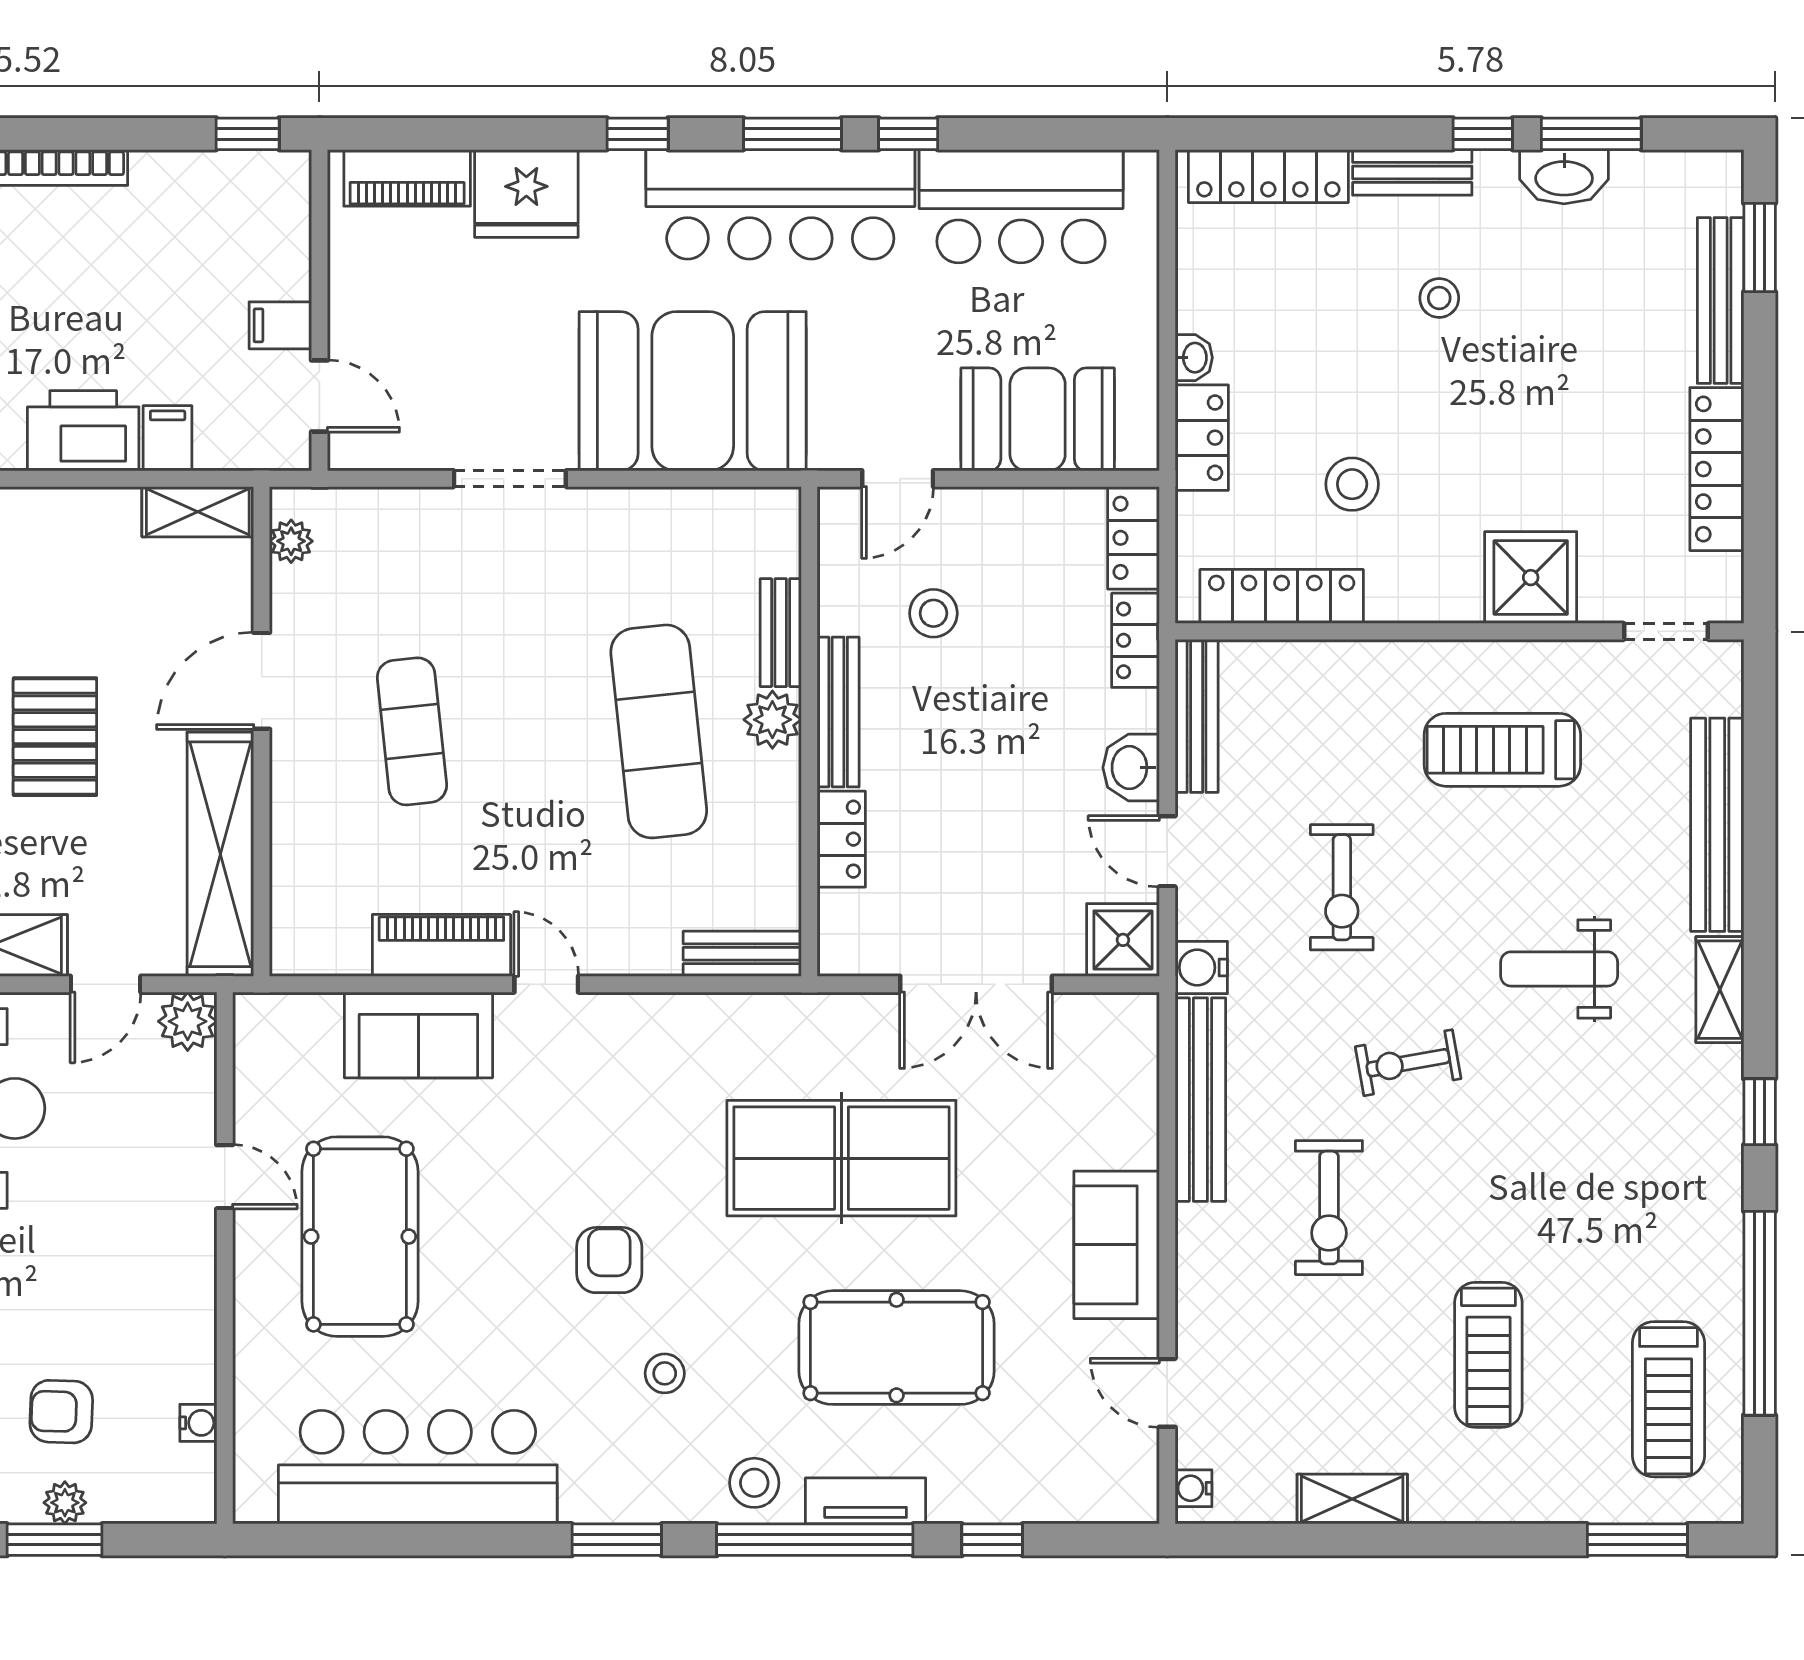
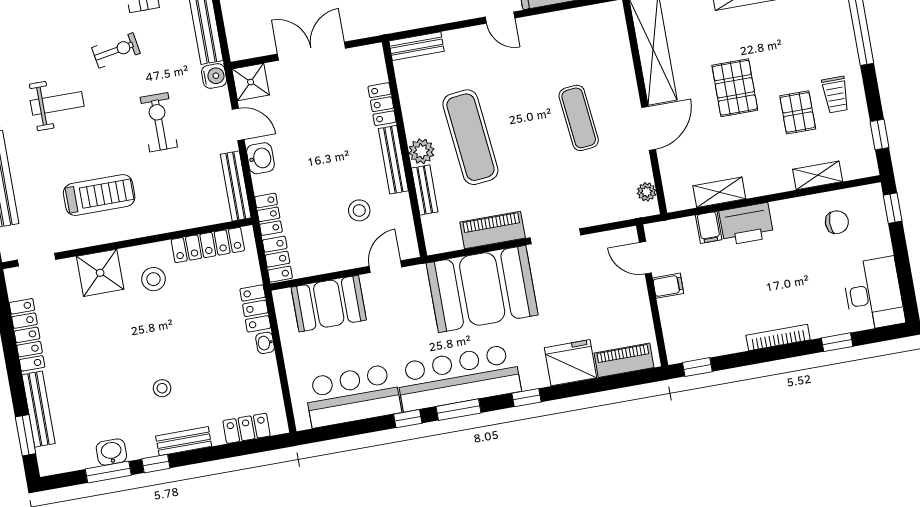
locker: (1268, 176) -> (247, 428), width x0.66
washbasin: (1564, 177) -> (111, 452), width x0.72
stool: (1352, 484) -> (153, 279), moved
shelving: (198, 512) -> (719, 192), moved
piano: (441, 945) -> (493, 230), moved, turned 180

